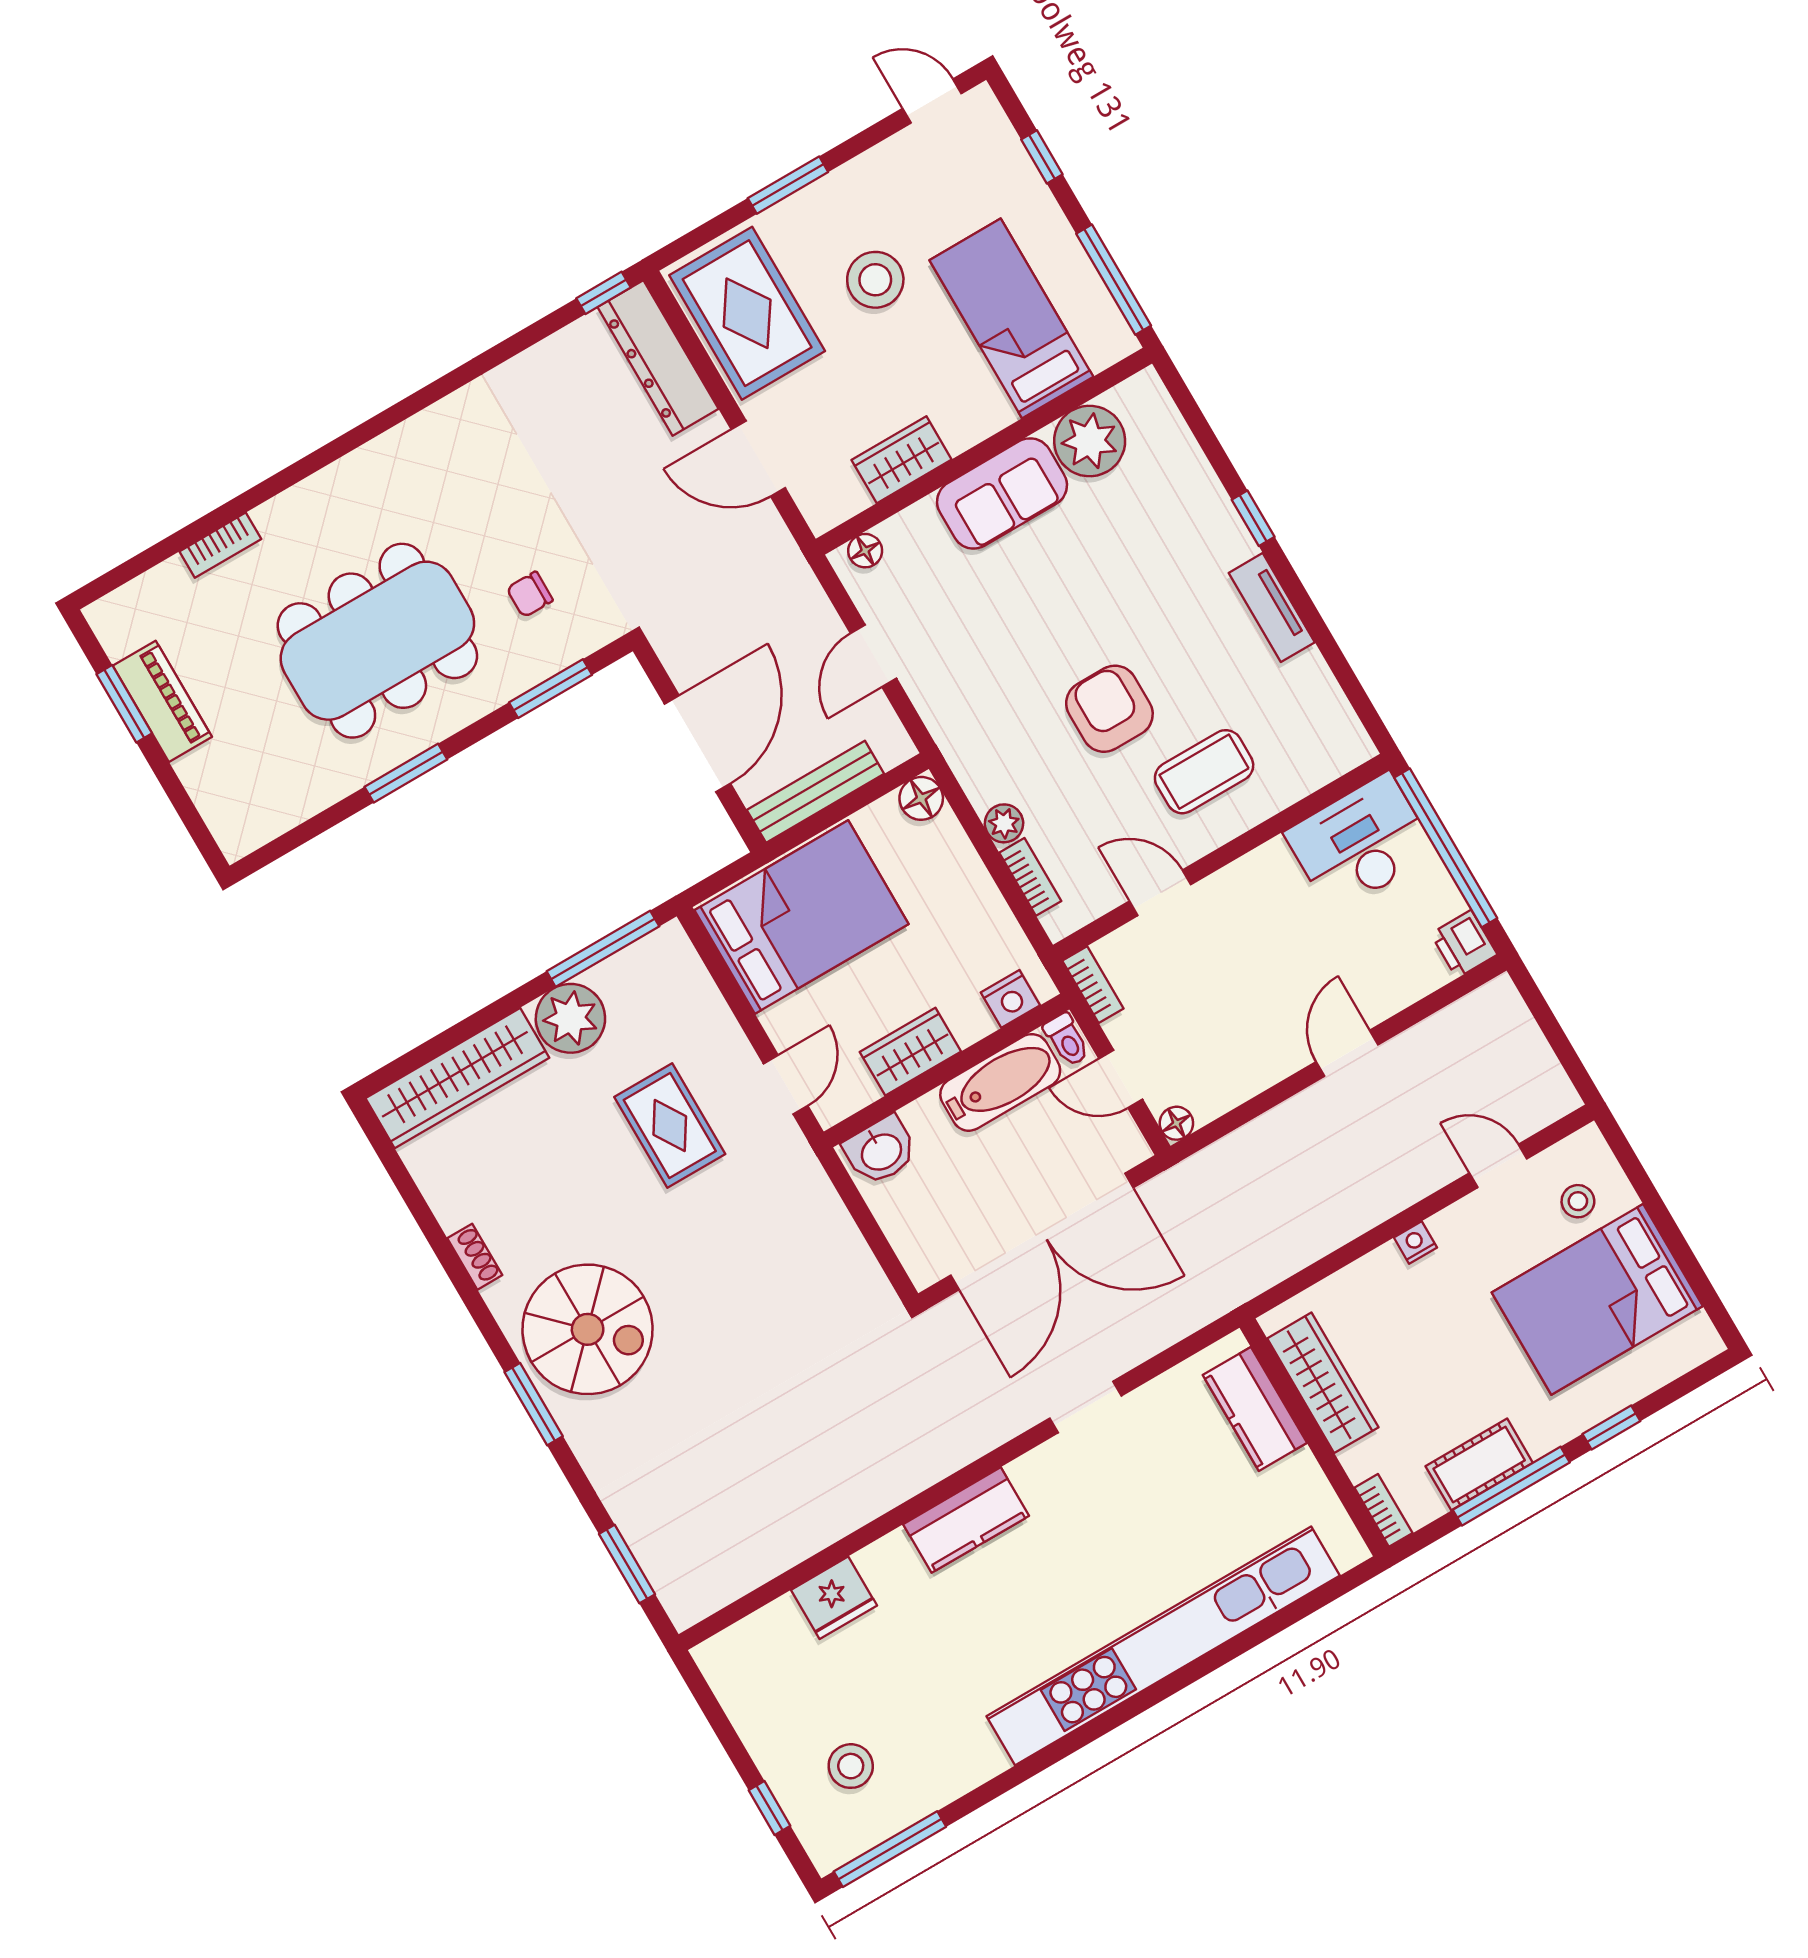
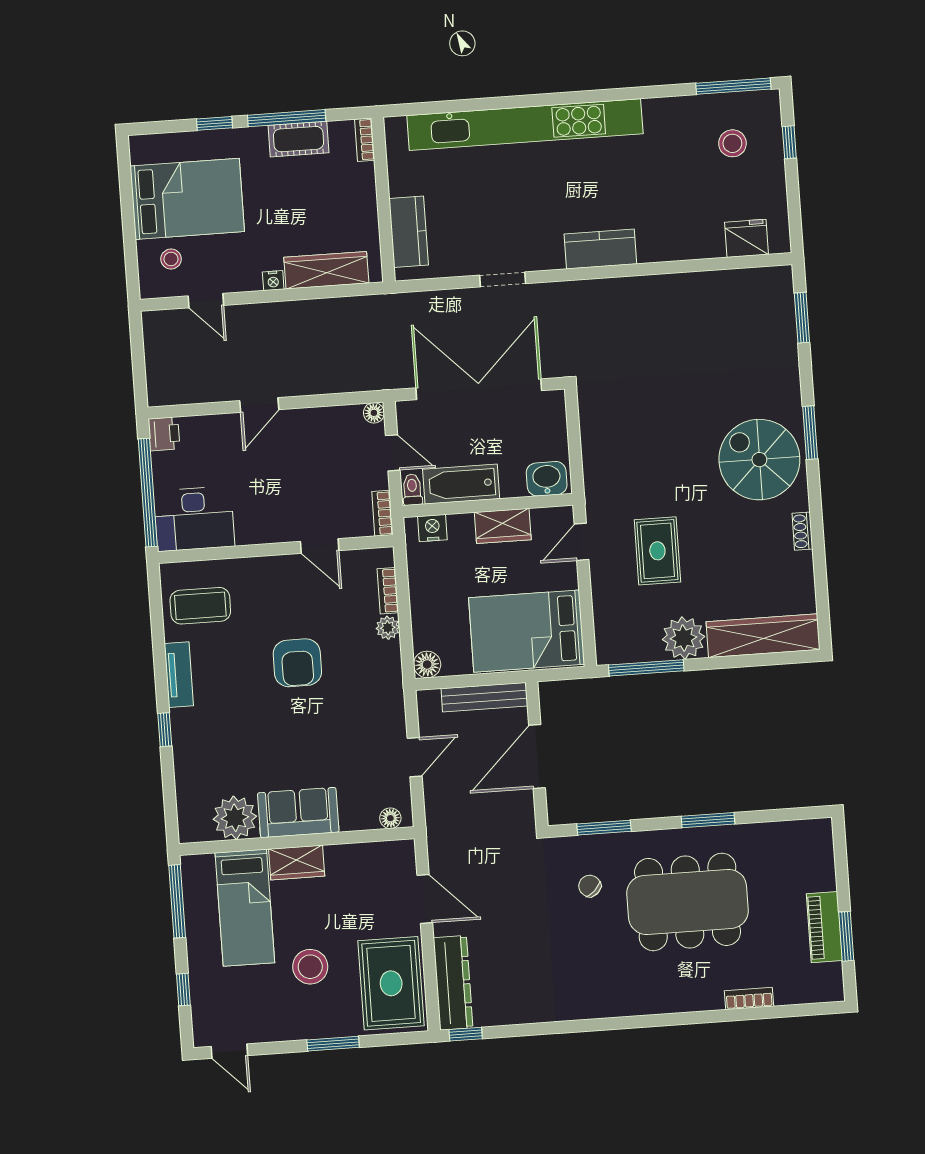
wardrobe: (902, 460) -> (297, 862), moved
chair: (530, 594) -> (590, 886), turned -134
coffee table: (1204, 772) -> (200, 606), moved
wardrobe: (1323, 1383) -> (326, 270), moved, turned 90
fridge: (834, 1598) -> (747, 238), moved

